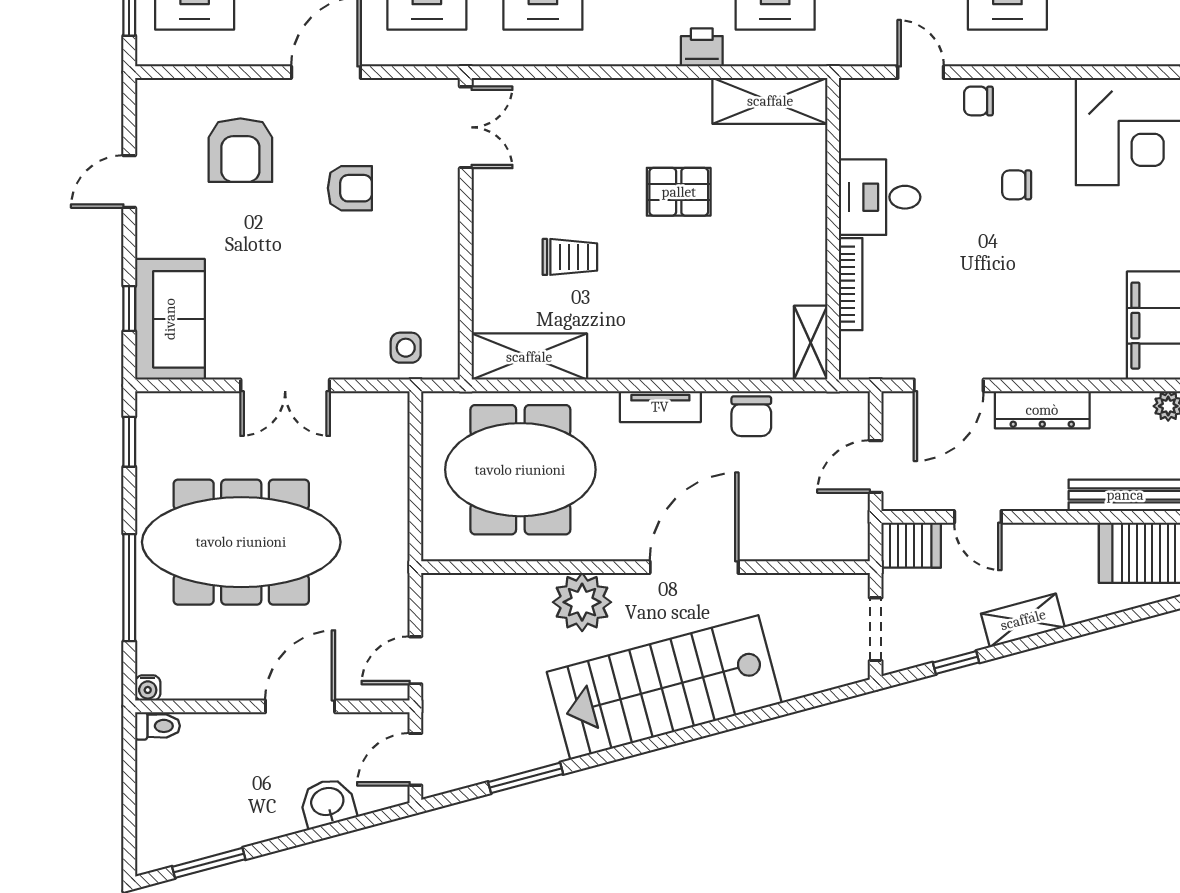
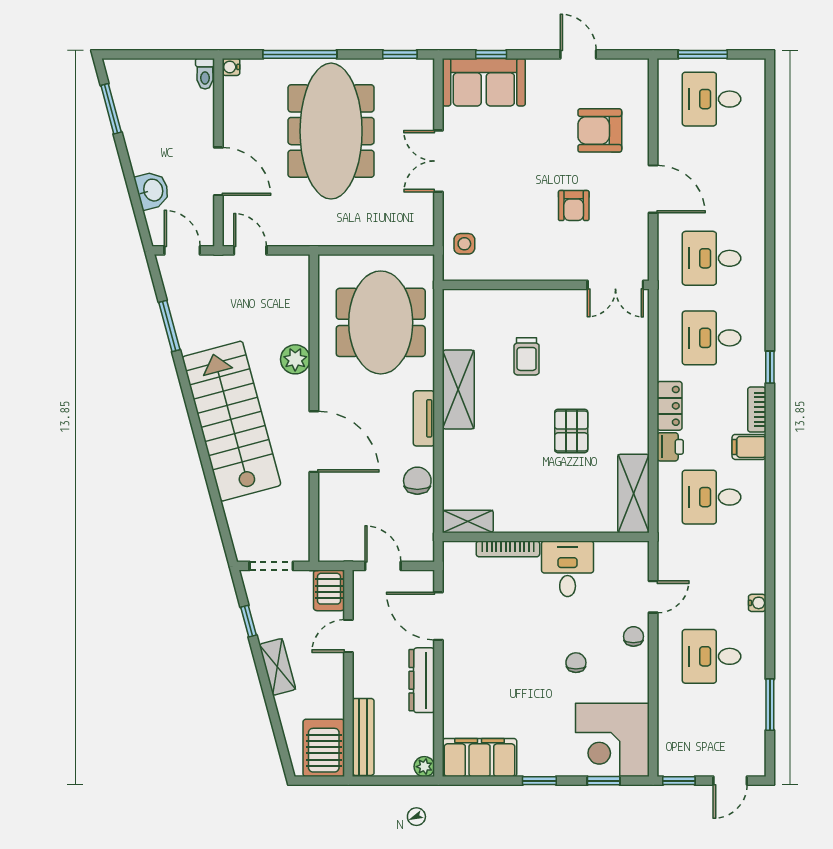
locker: (642, 48) -> (670, 406), added
shelving: (529, 357) -> (458, 390), moved
chair: (751, 416) -> (417, 481), turned 90
plant: (582, 602) -> (295, 359), width x0.73, depth x0.73

